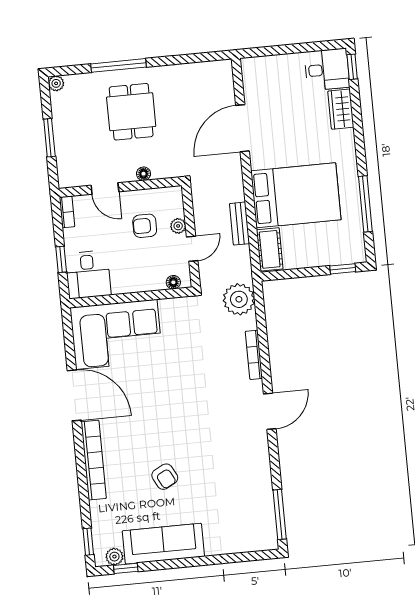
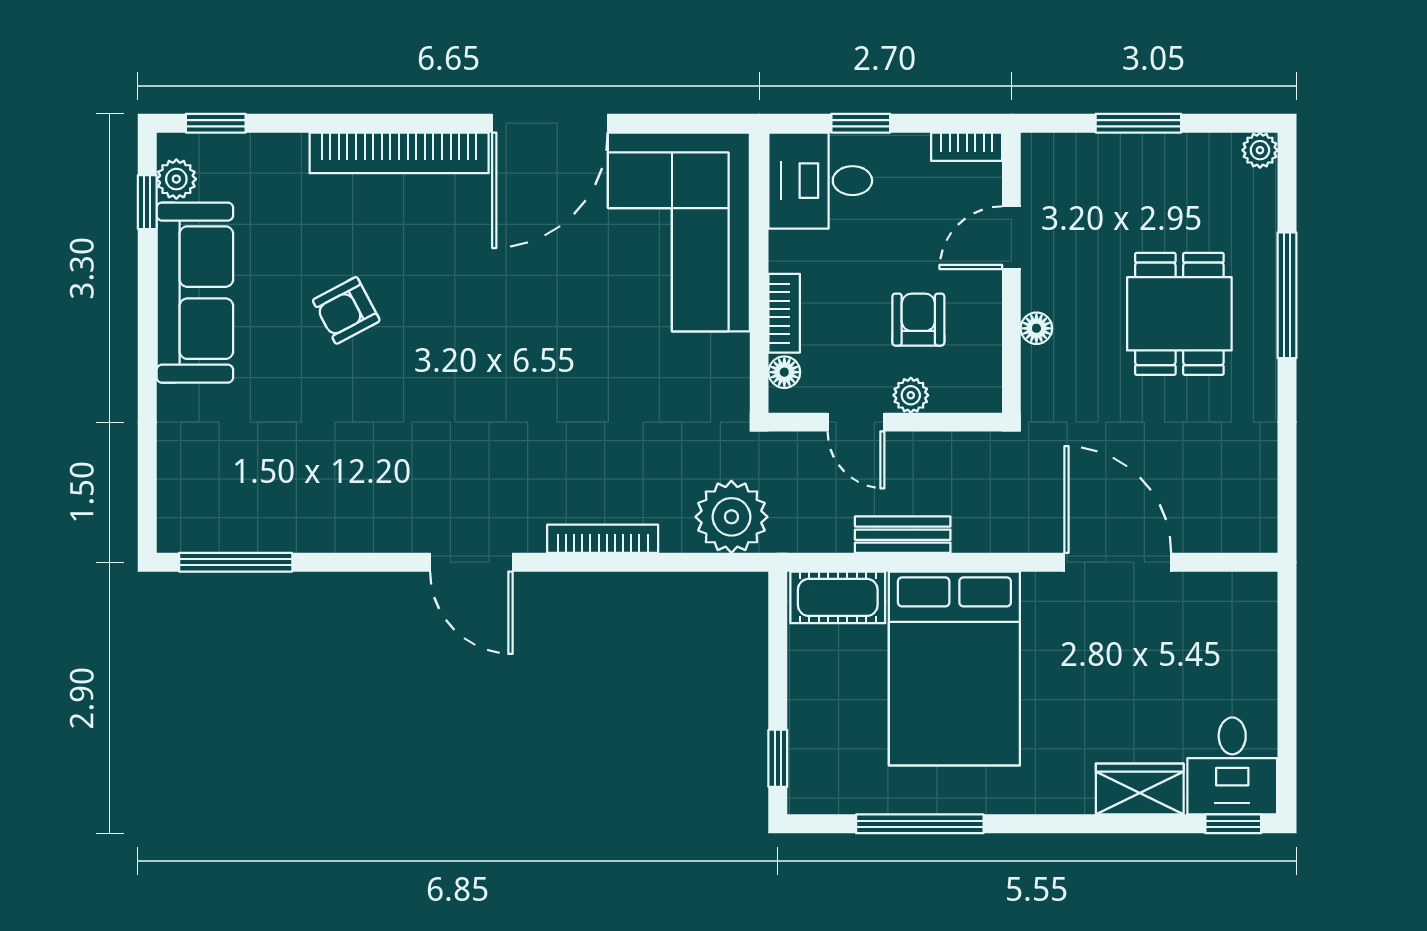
dining table: (131, 112) -> (1179, 314), turned 90
bookcase: (148, 285) -> (784, 313), added

